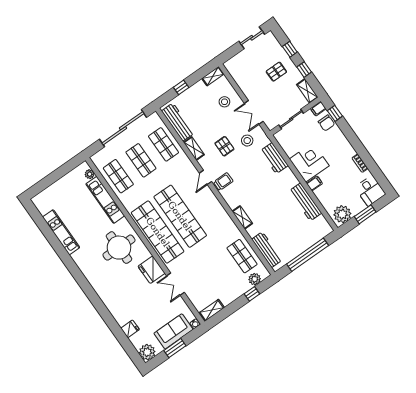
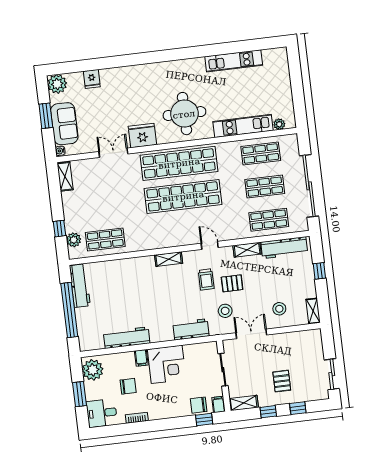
trolley: (223, 182) -> (206, 279), moved
chair: (340, 182) -> (128, 386), added
shelving: (242, 217) -> (169, 259), moved
workbench: (267, 250) -> (80, 286), moved, turned -90

